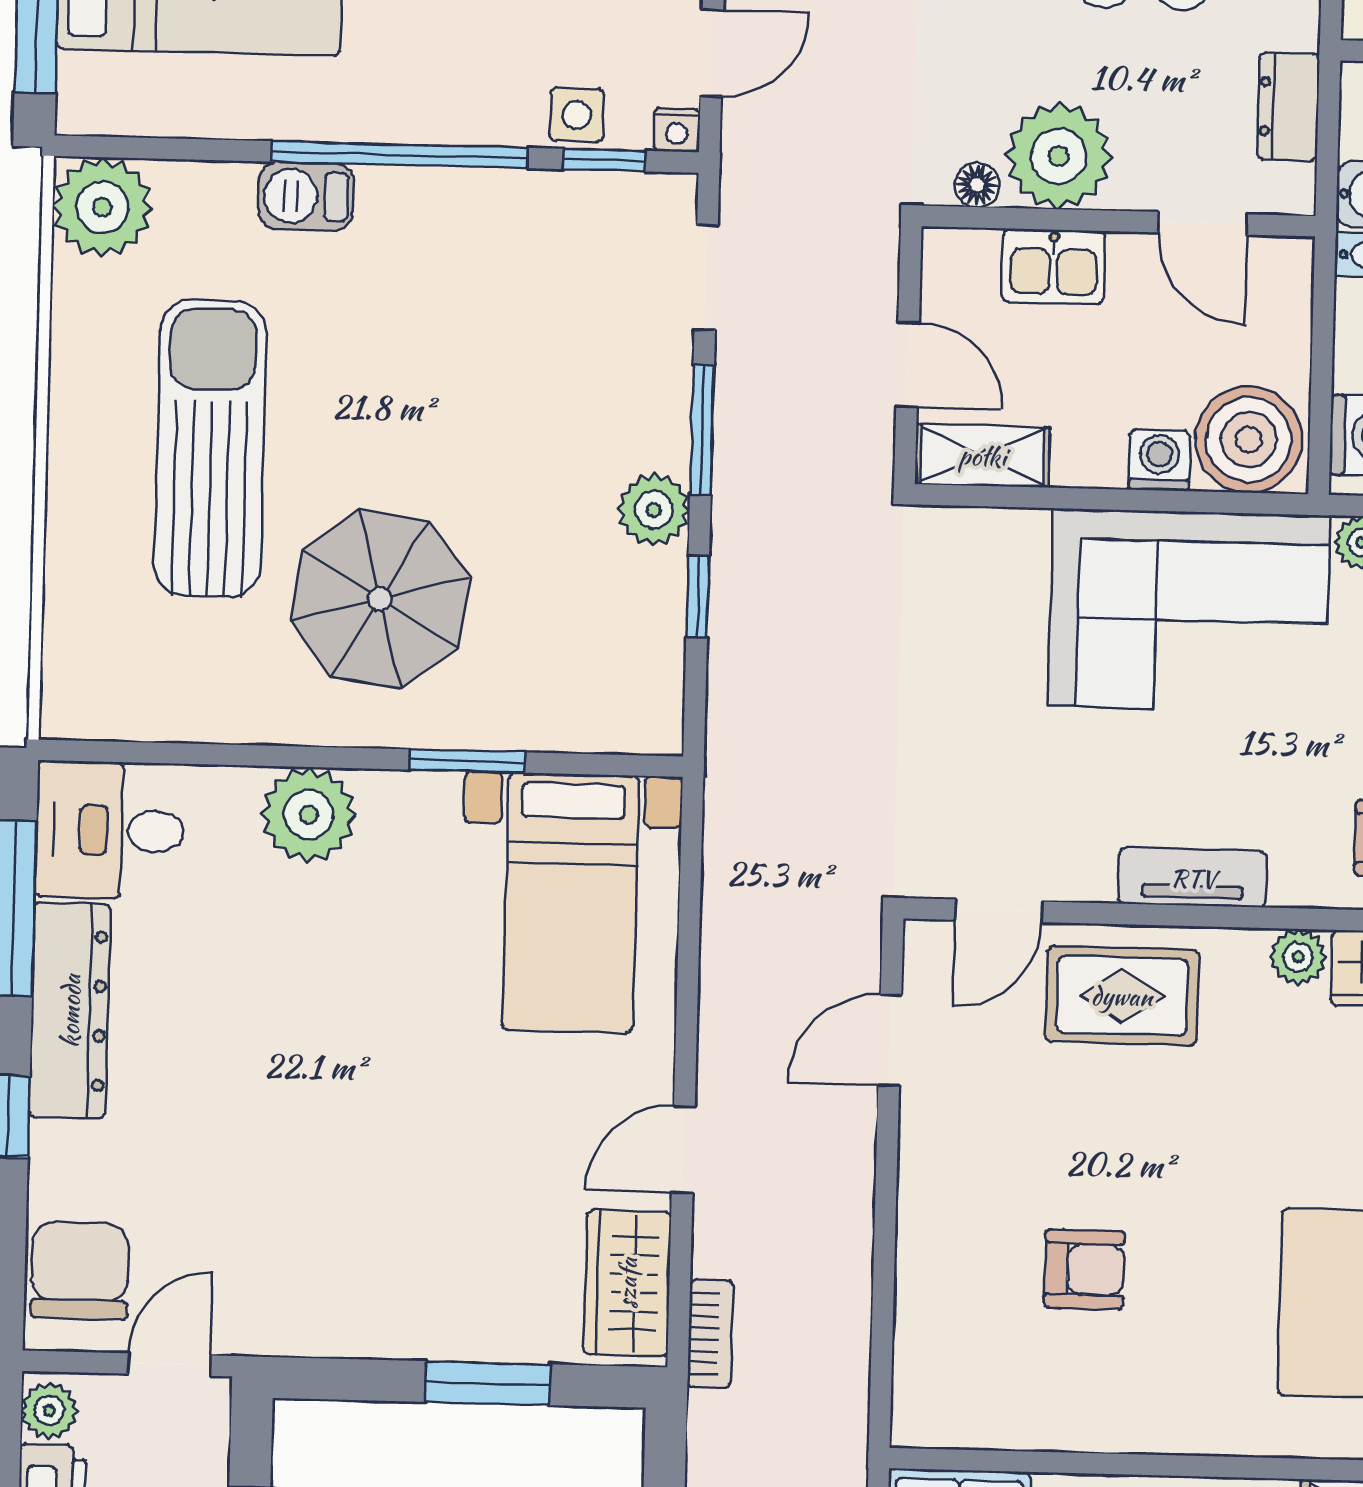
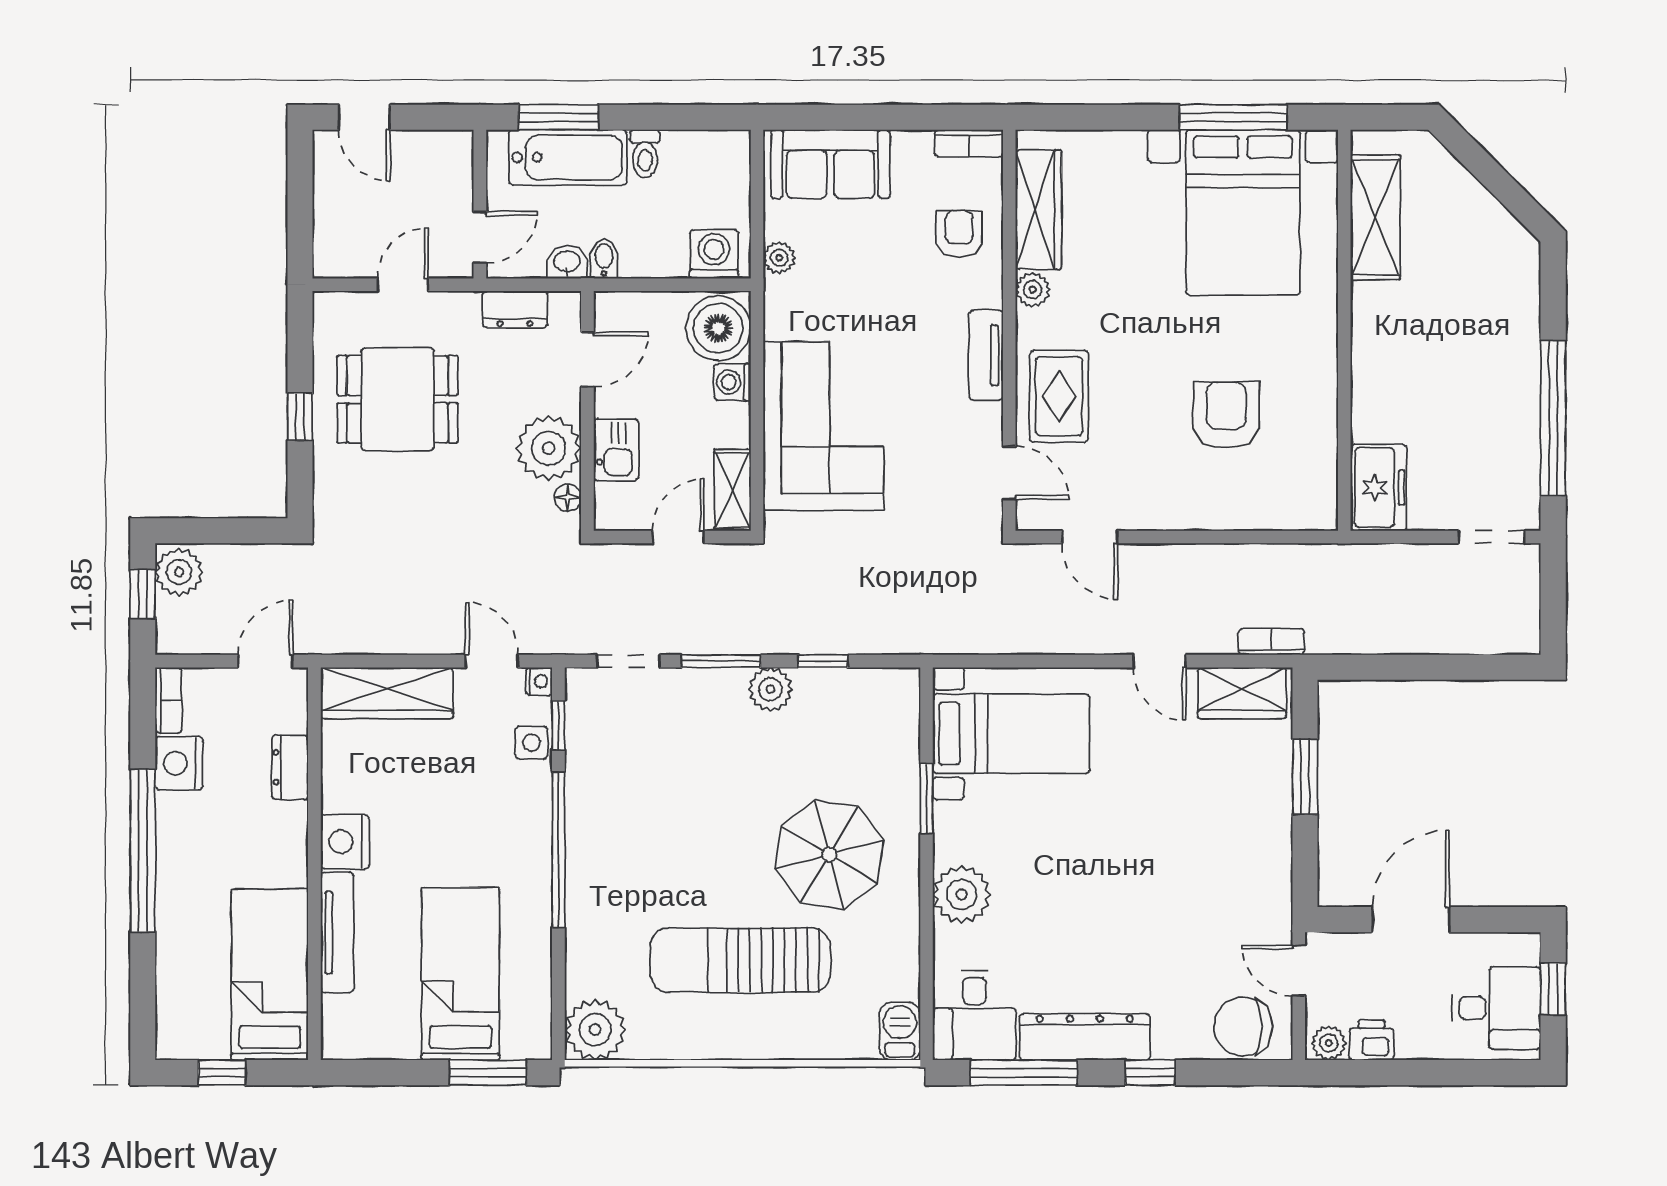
barbecue: (306, 196) -> (900, 1031), moved, turned 180
corner sofa: (1189, 611) -> (823, 426), moved
armchair: (1084, 1269) -> (1226, 415), width x1.38, depth x1.38

